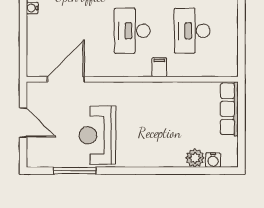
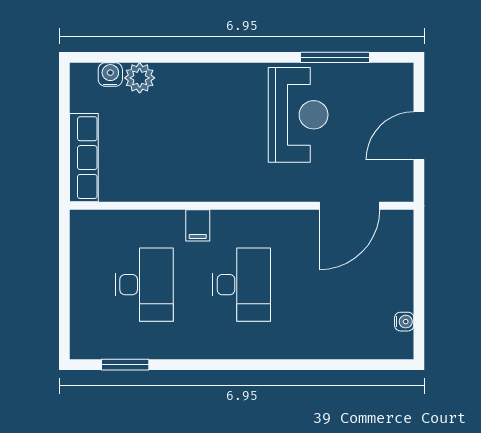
door: (23, 122) -> (419, 136), hinge flipped

